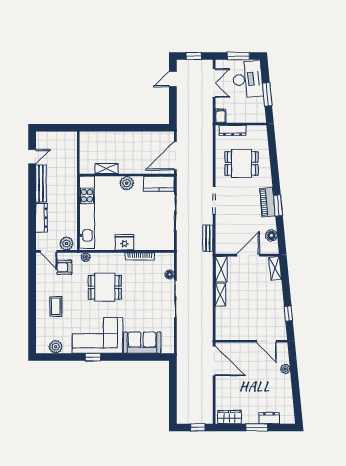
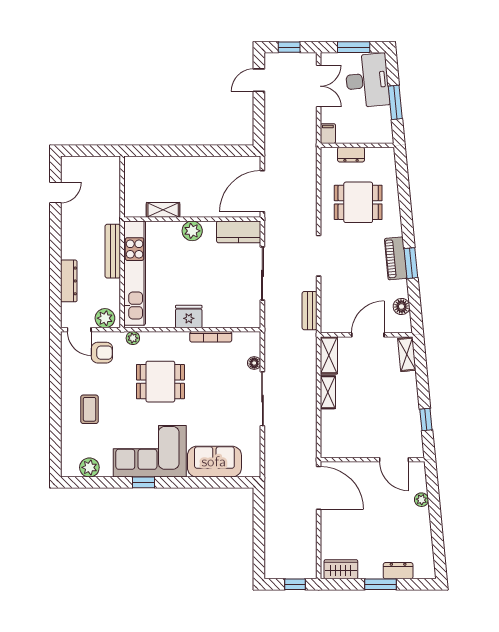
dresser: (233, 130) -> (351, 155), width x0.70
bench: (41, 184) -> (113, 251), moved
armchair: (64, 267) -> (102, 353), turned 180

